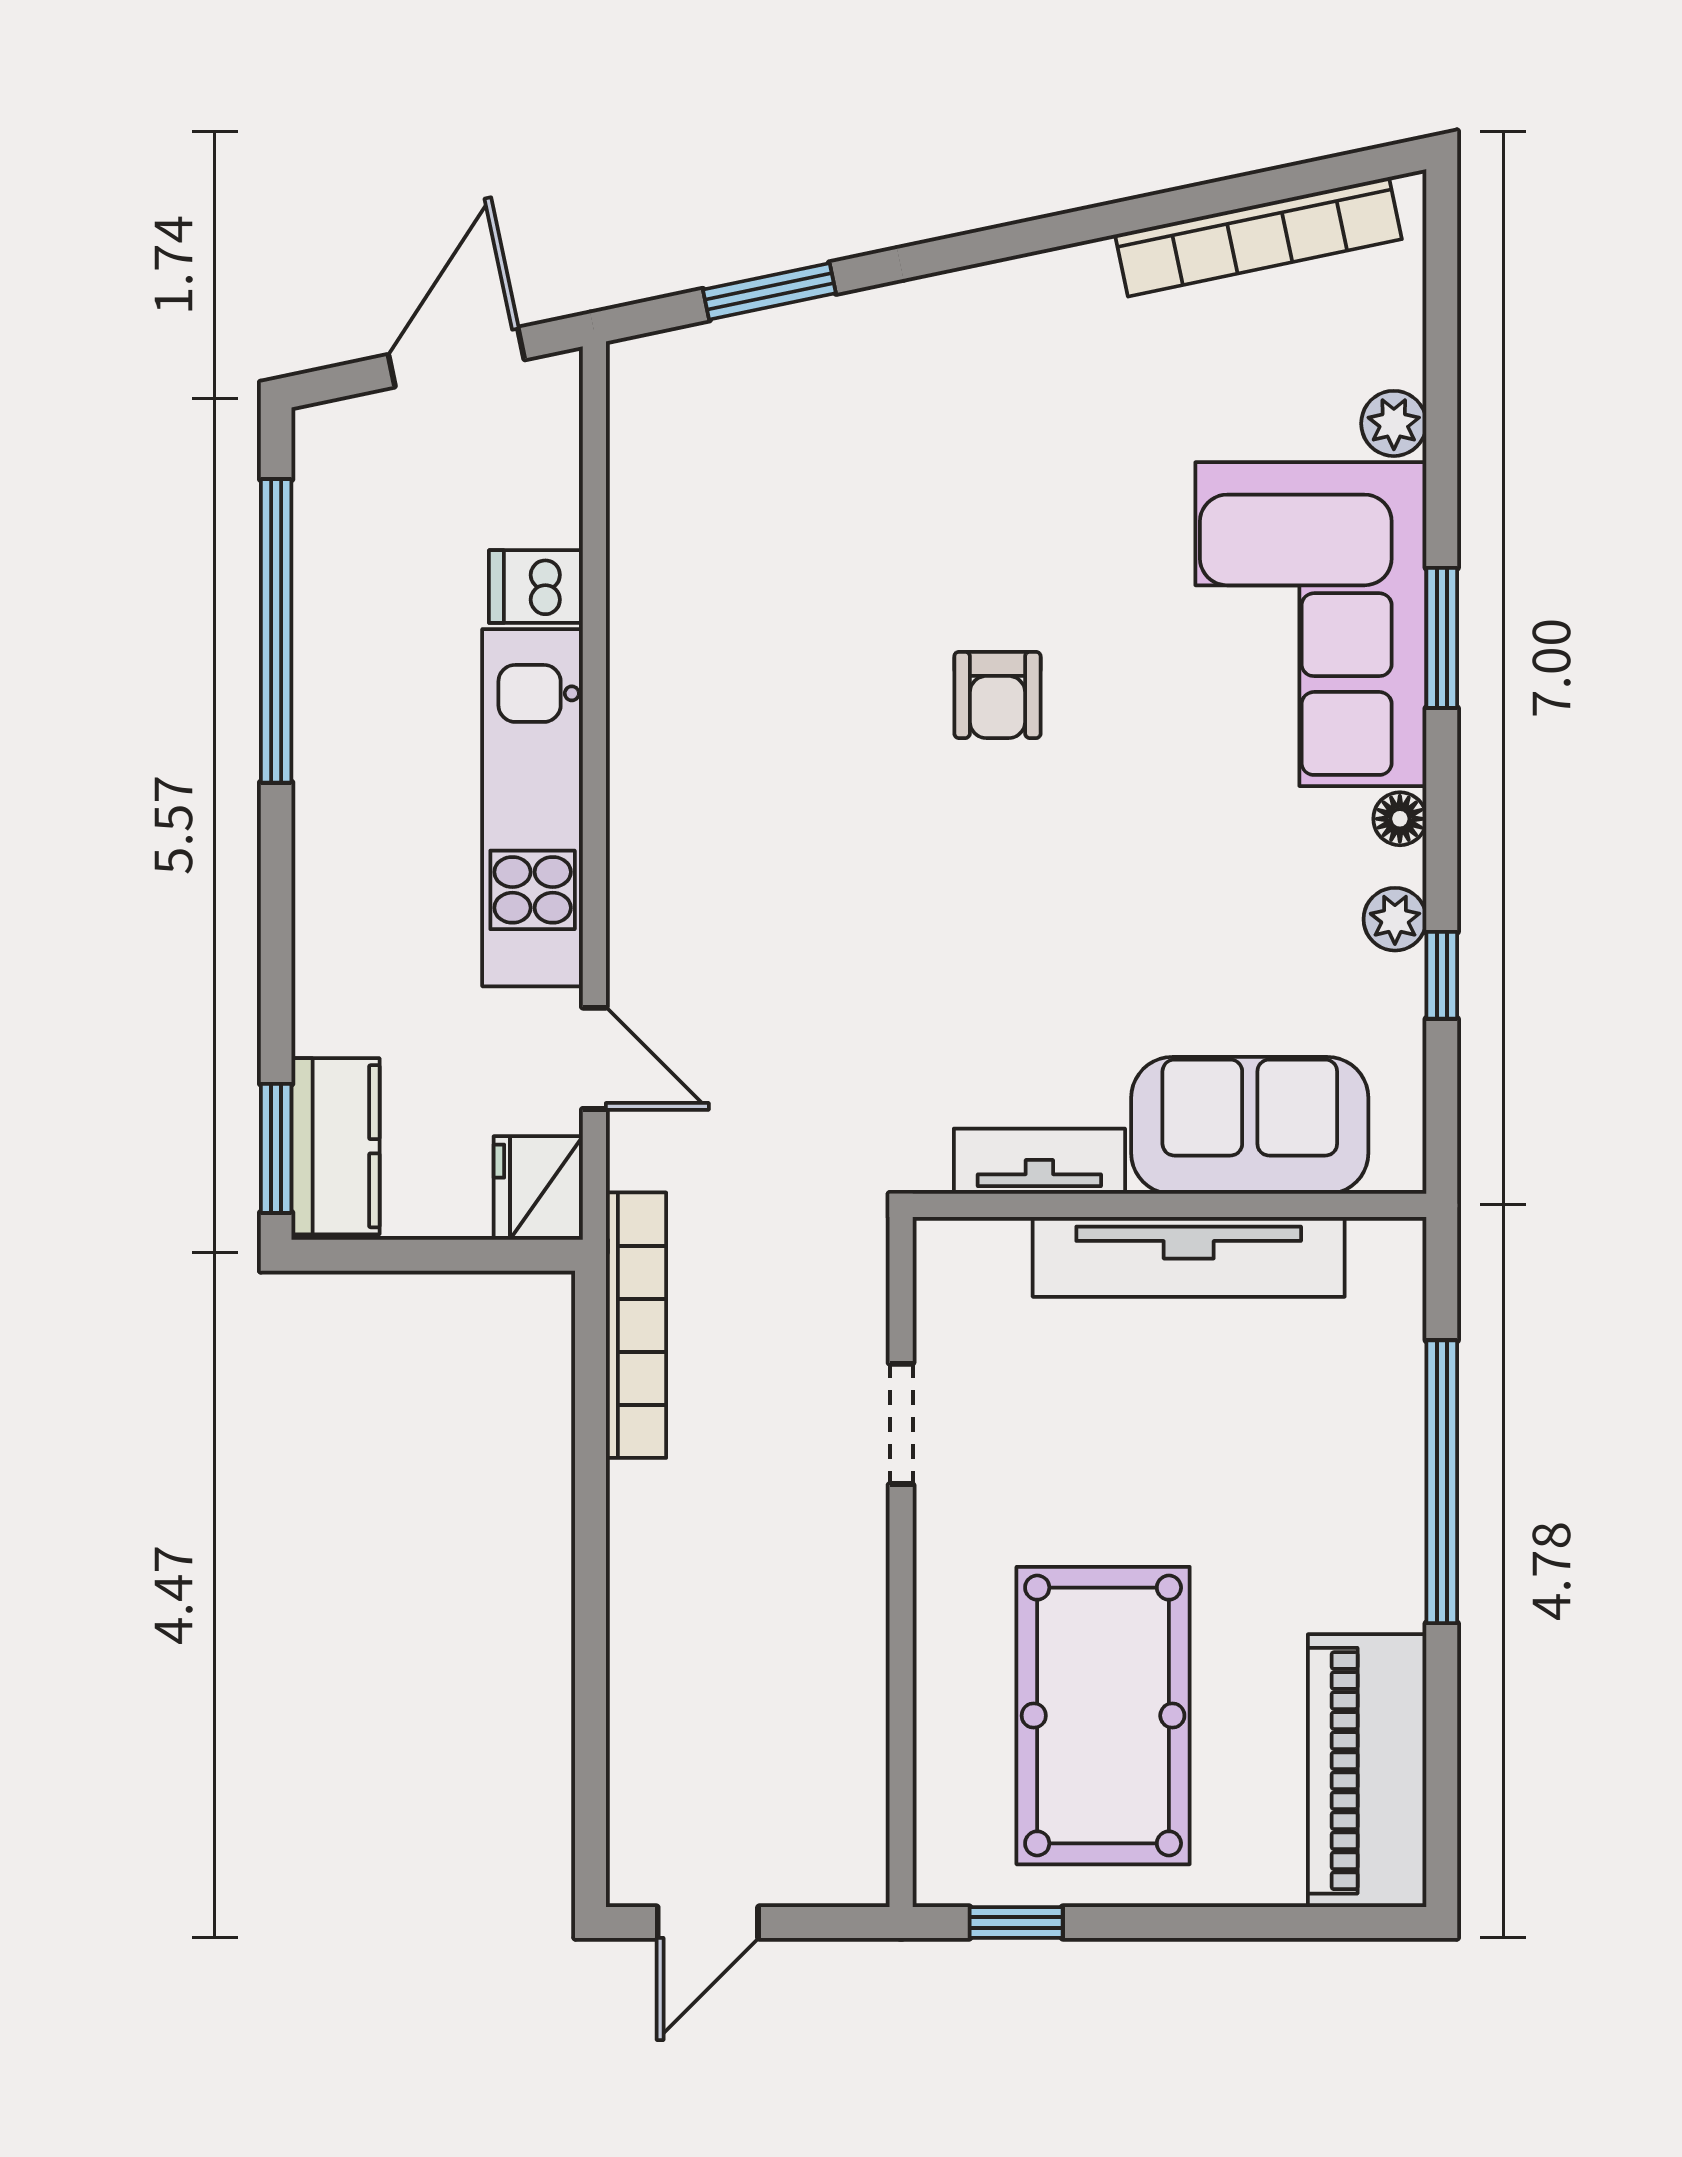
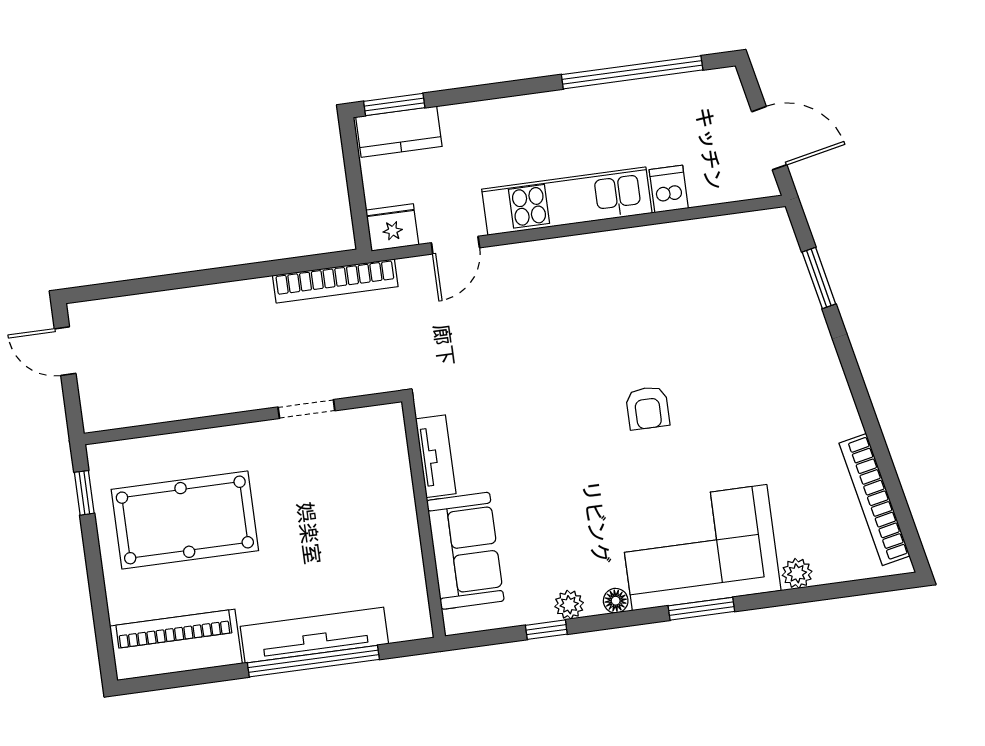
armchair: (997, 695) -> (648, 408), turned -90
tv unit: (1189, 1257) -> (314, 635), moved, turned 90

